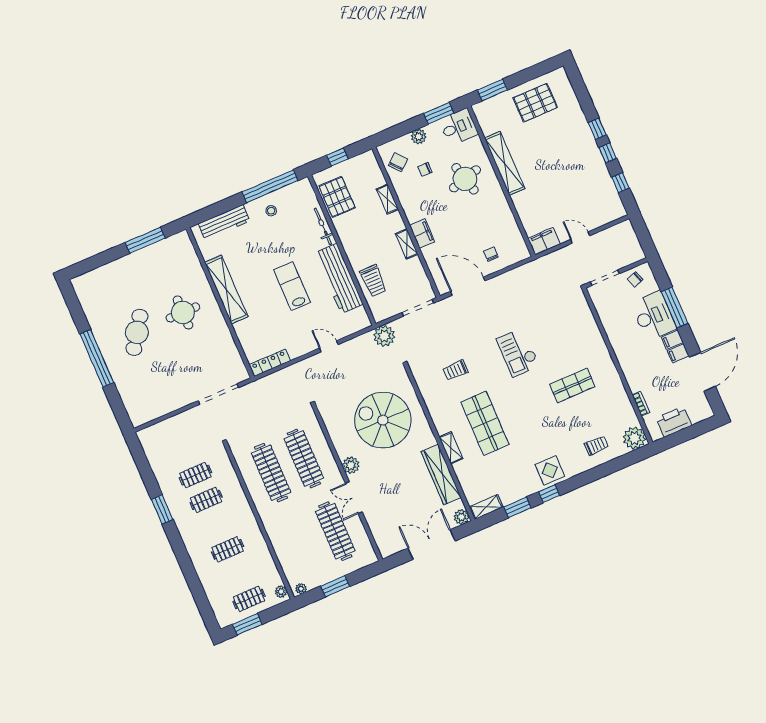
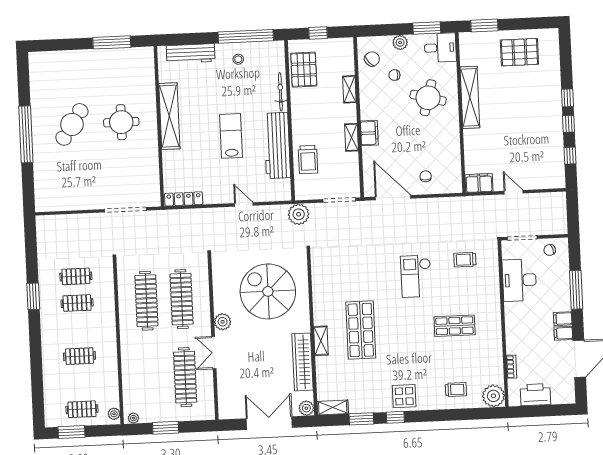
round table: (465, 179) -> (428, 98), turned 30
desk: (654, 316) -> (519, 280), moved, turned 180
trolley: (455, 370) -> (465, 260), moved

